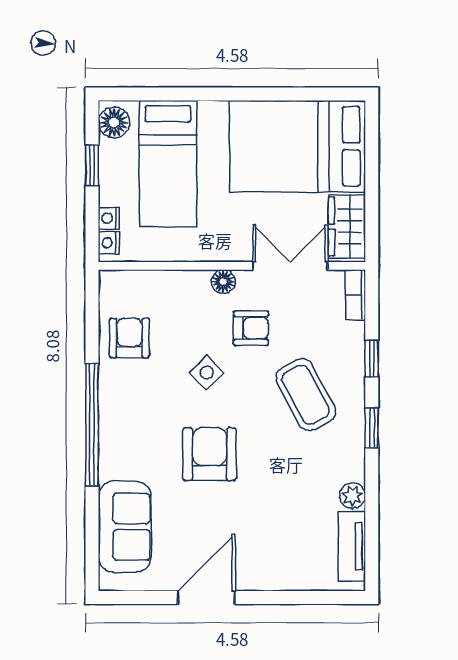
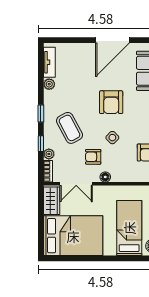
plant: (353, 335) -> (49, 154), added
door: (206, 598) -> (113, 40), width x1.36

